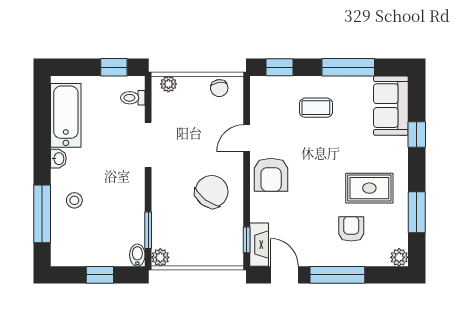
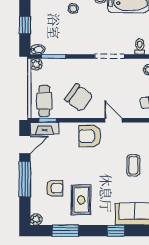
cafe table: (217, 245) -> (44, 101), added

